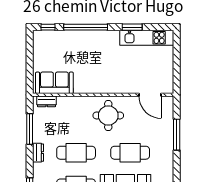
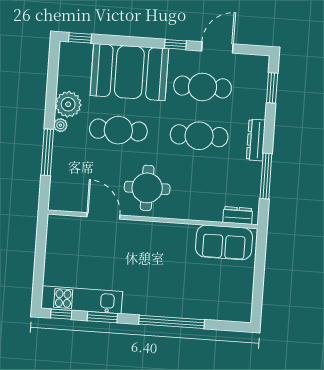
window: (48, 27) -> (61, 314), moved
door: (150, 95) -> (103, 216), moved
dresser: (38, 153) -> (256, 140), width x1.44
plant: (169, 153) -> (60, 125), added
plant: (165, 168) -> (68, 104), added

